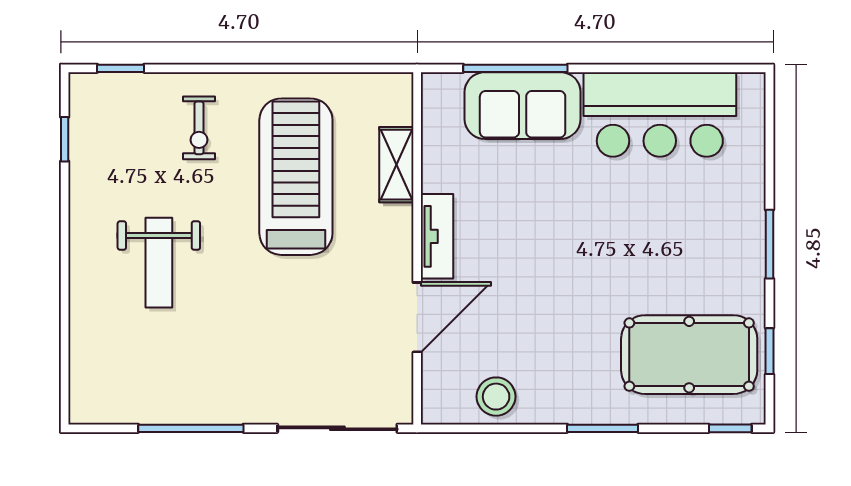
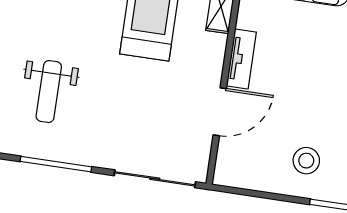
weight bench: (159, 263) -> (49, 92), moved
stool: (496, 397) -> (306, 161), moved

